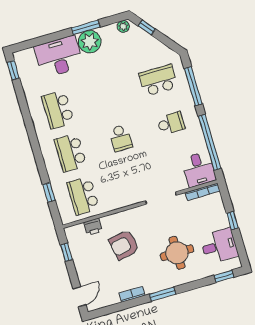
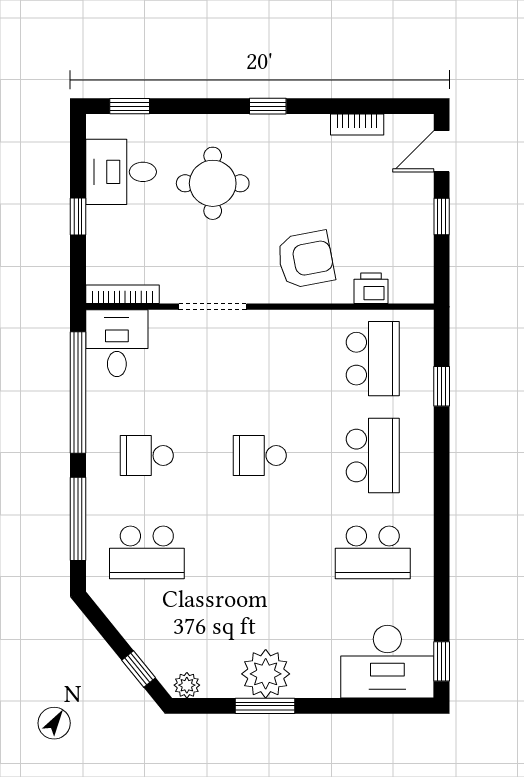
desk: (59, 57) -> (387, 662), moved
school desk: (58, 110) -> (373, 552), turned 90
school desk: (121, 138) -> (260, 456), turned -90
armchair: (124, 245) -> (306, 259), moved
window: (66, 252) -> (442, 216), moved
bookcase: (132, 294) -> (357, 125), moved
window: (163, 294) -> (268, 106), width x0.67

